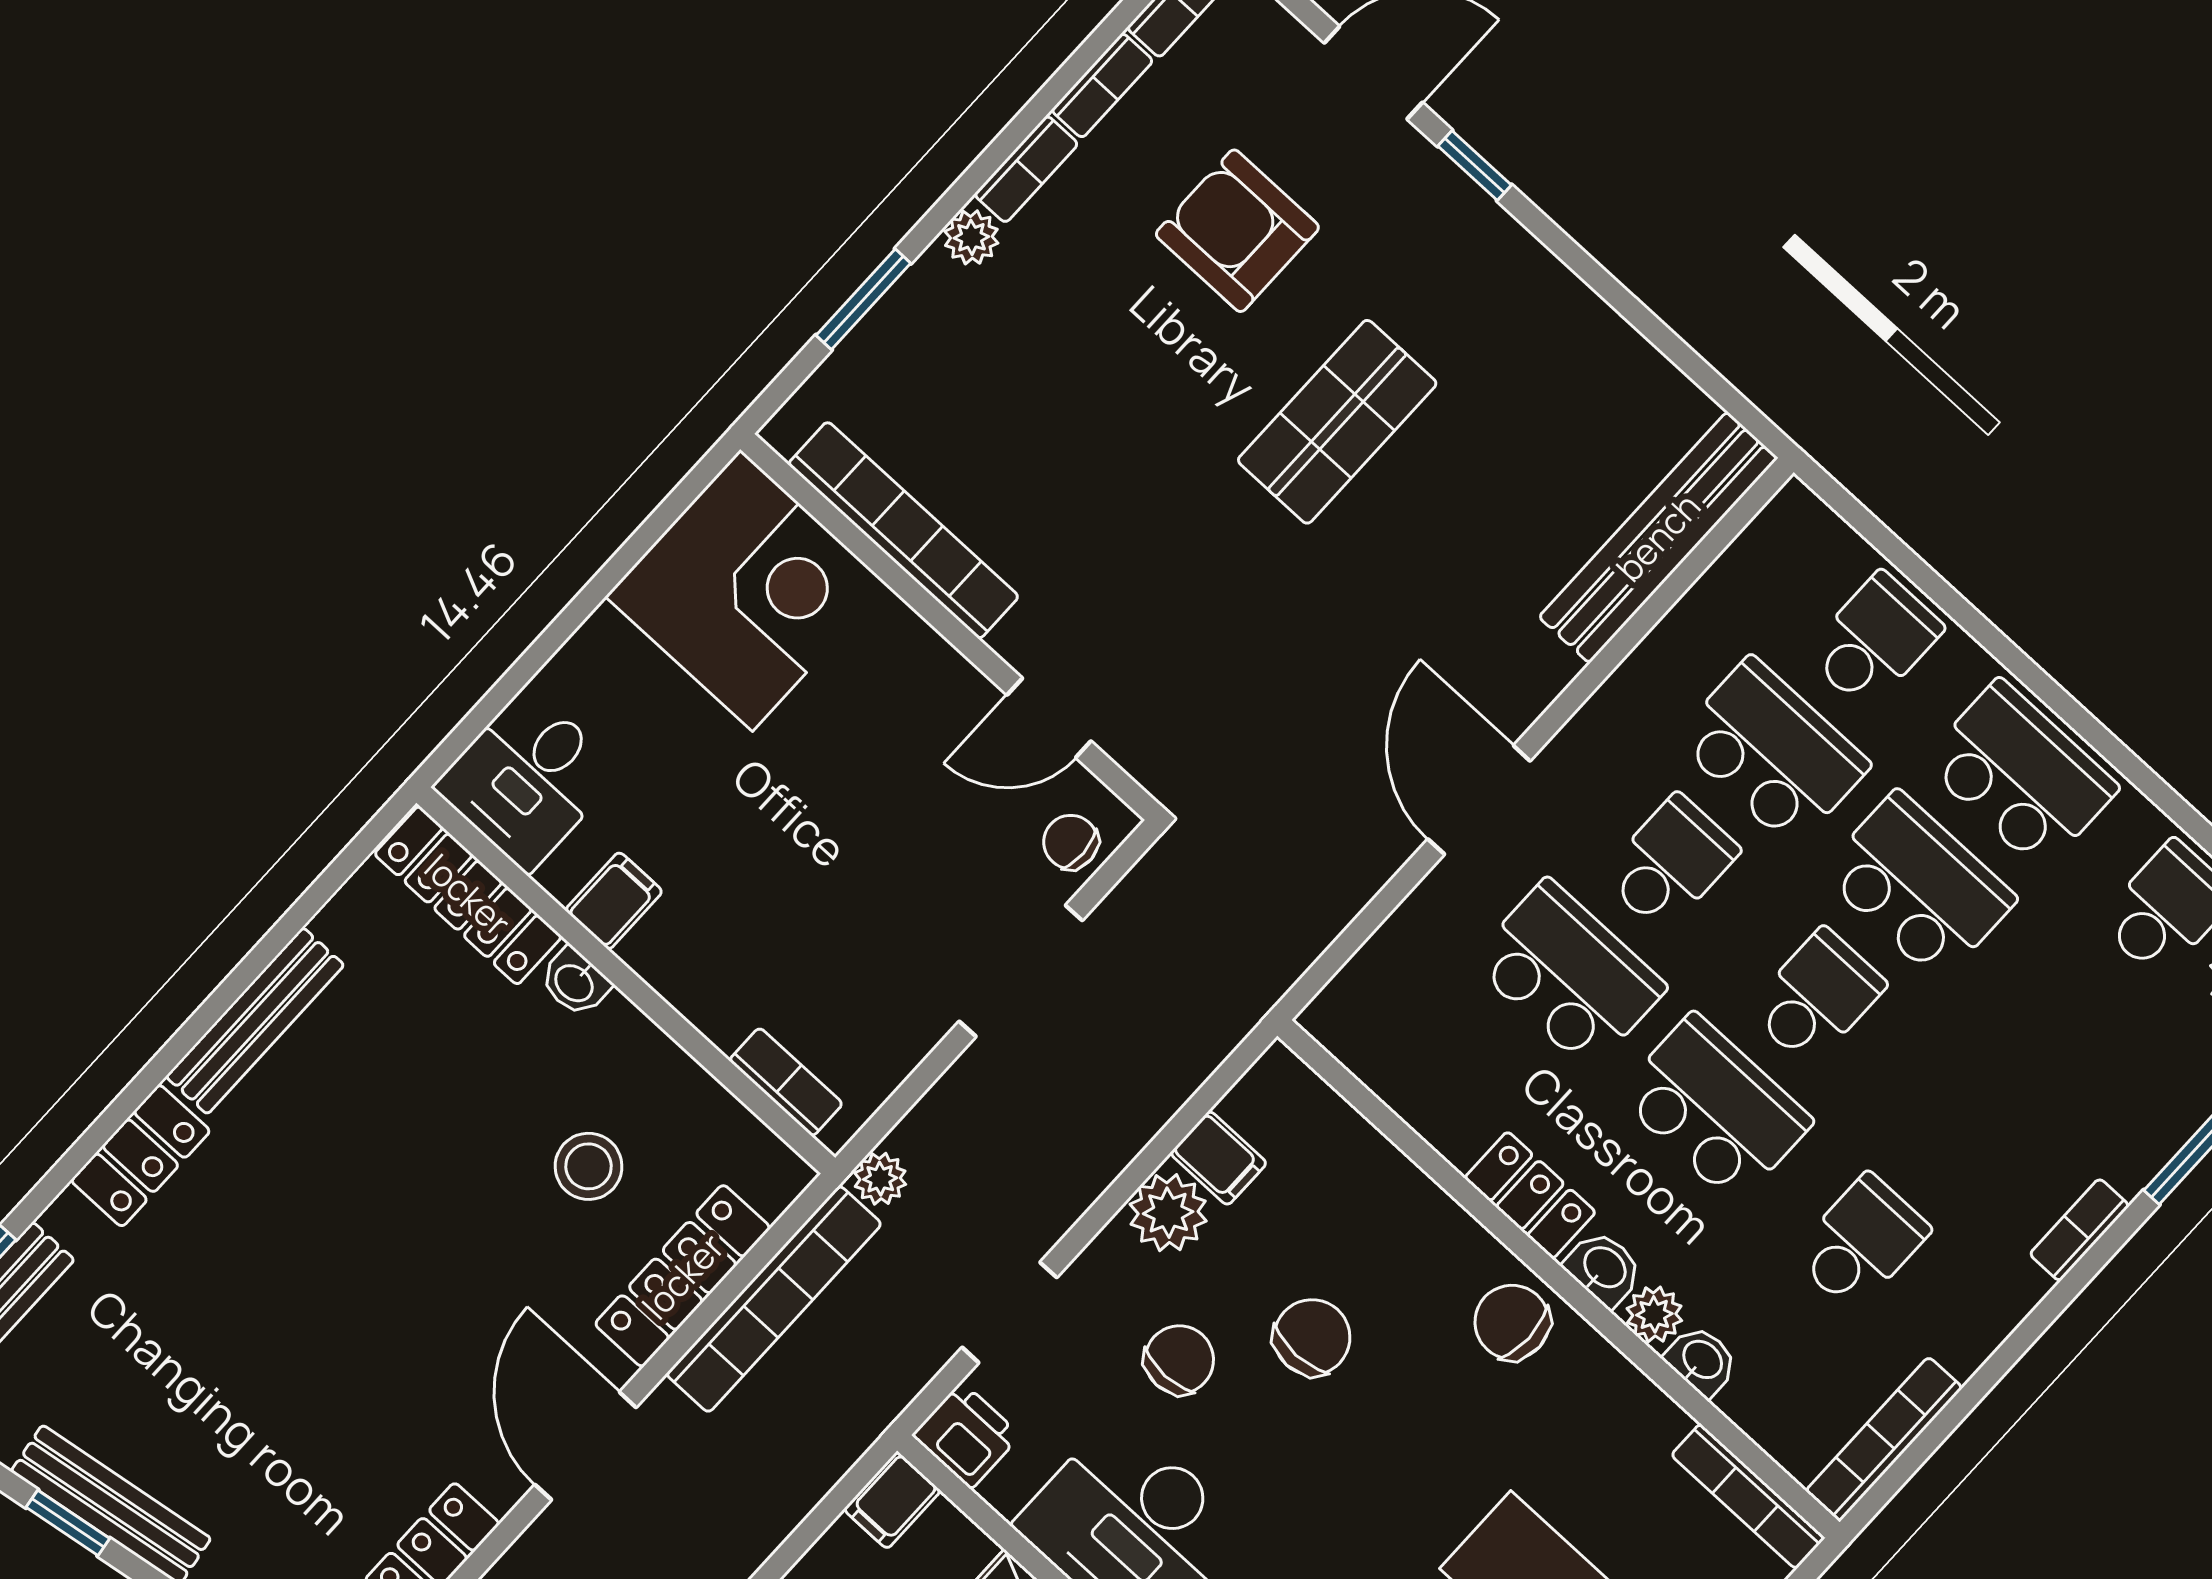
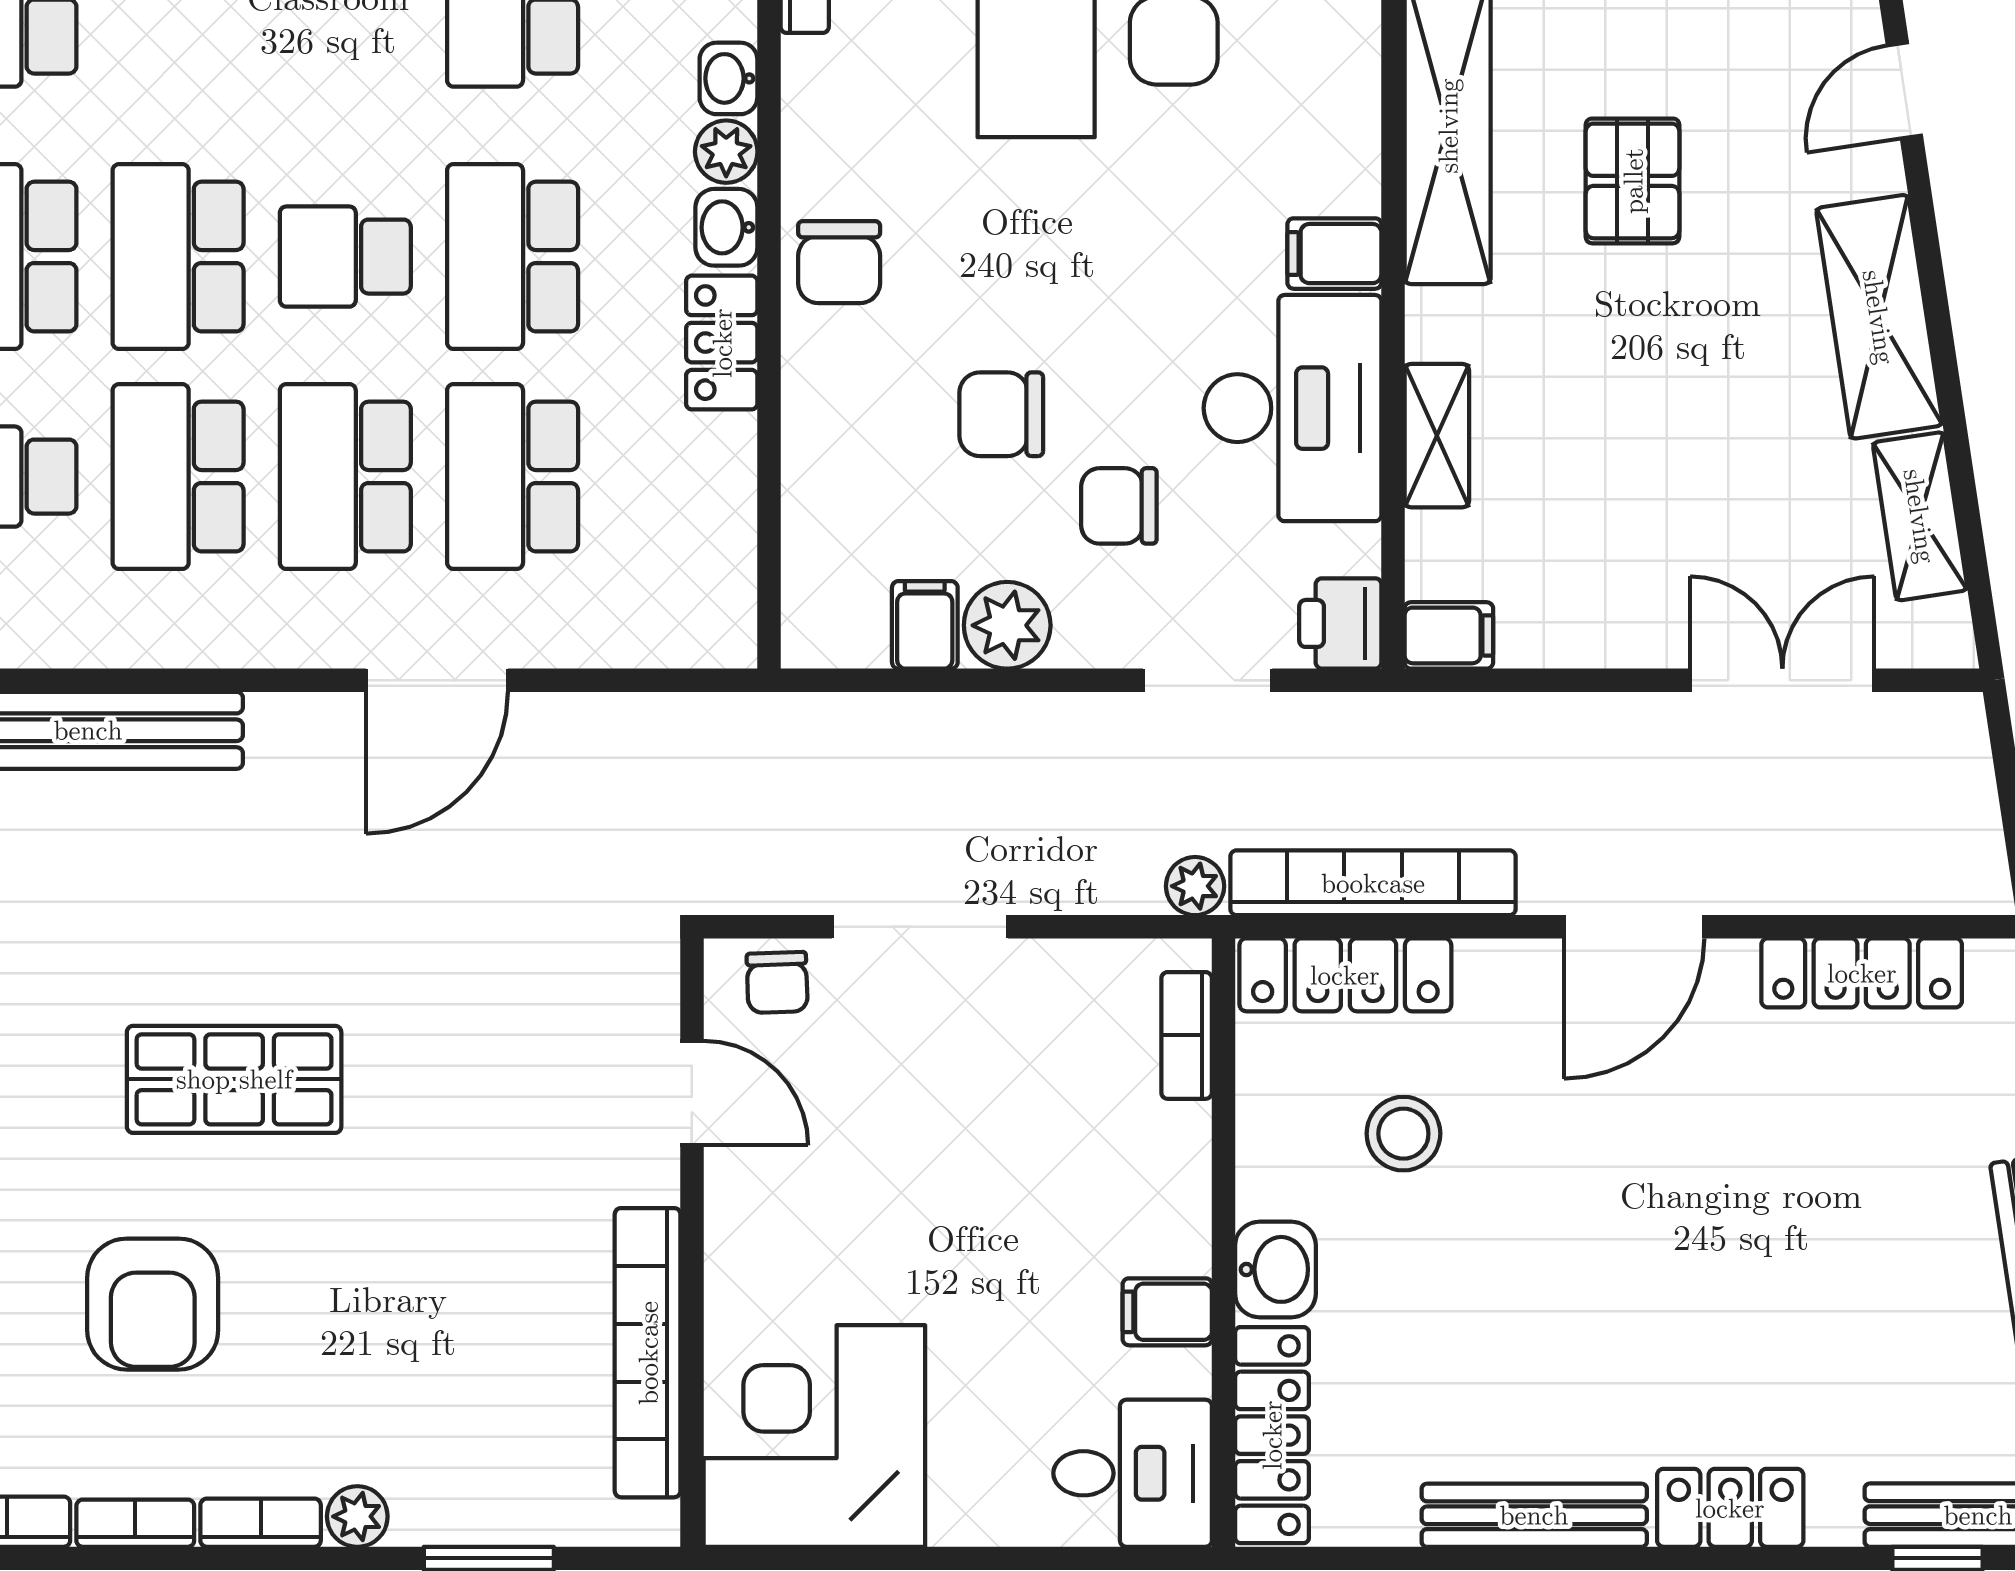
school desk: (1670, 863) -> (345, 477), width x1.85
washbasin: (575, 982) -> (1275, 1269), width x1.38, depth x1.45
locker: (683, 1276) -> (1345, 975), moved

